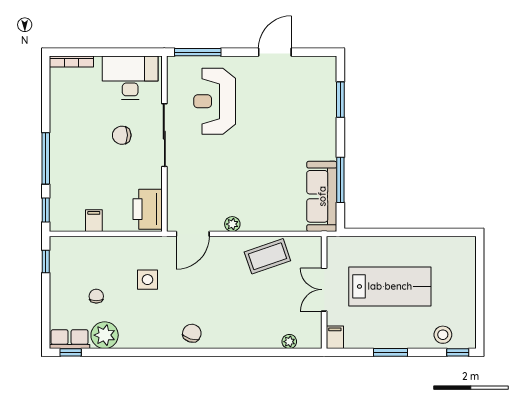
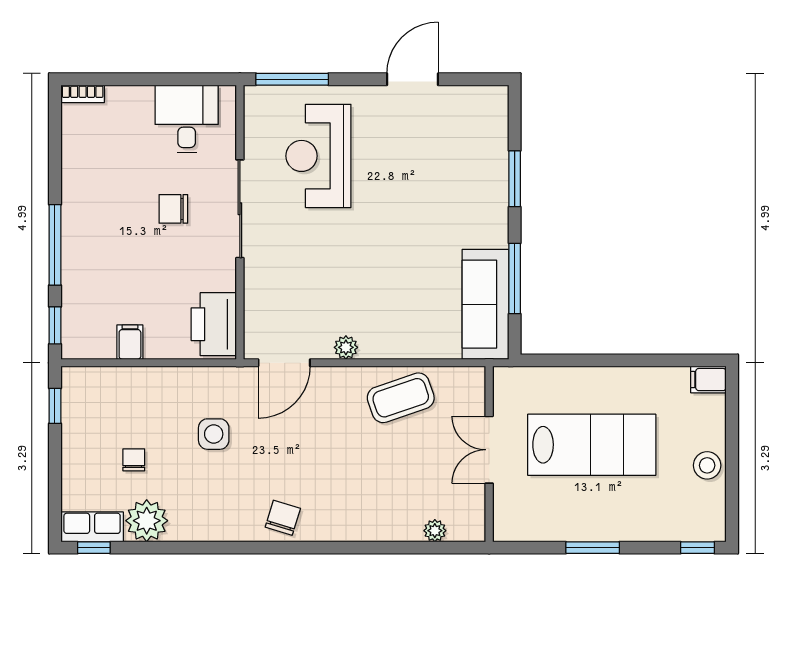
bookcase: (71, 62) -> (83, 94), width x0.64
desk: (130, 78) -> (187, 119), width x0.73
window: (340, 100) -> (515, 179), moved
stool: (443, 335) -> (707, 465), moved
filing cabinet: (335, 337) -> (708, 380), moved, turned -90

